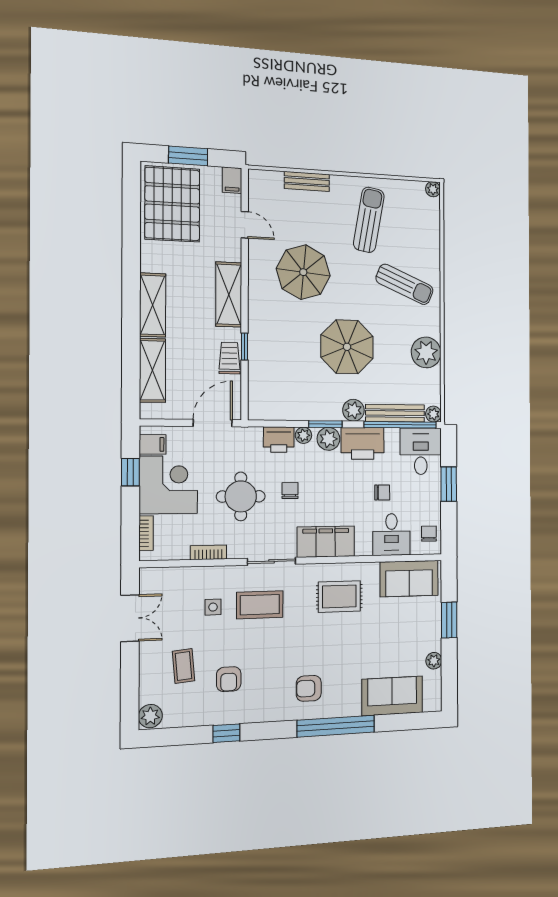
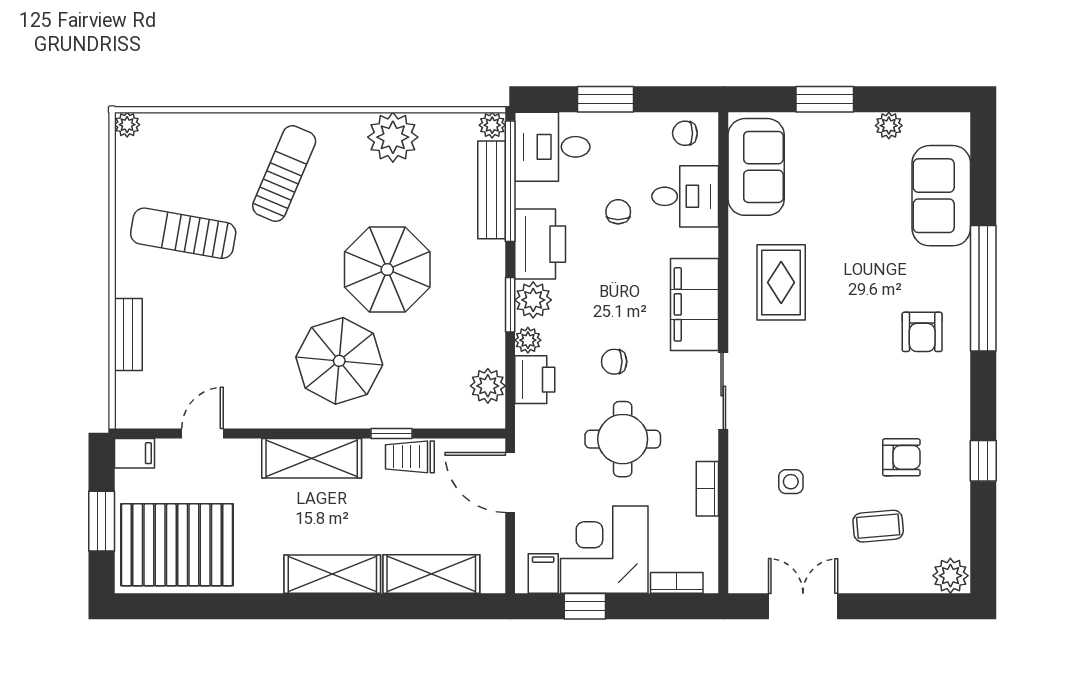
parasol: (303, 272) -> (339, 361), moved
plant: (353, 410) -> (488, 386), moved
coffee table: (260, 605) -> (790, 409), removed

